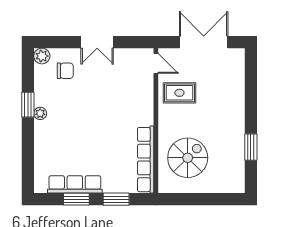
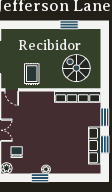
door: (156, 63) -> (12, 90), swing flipped

